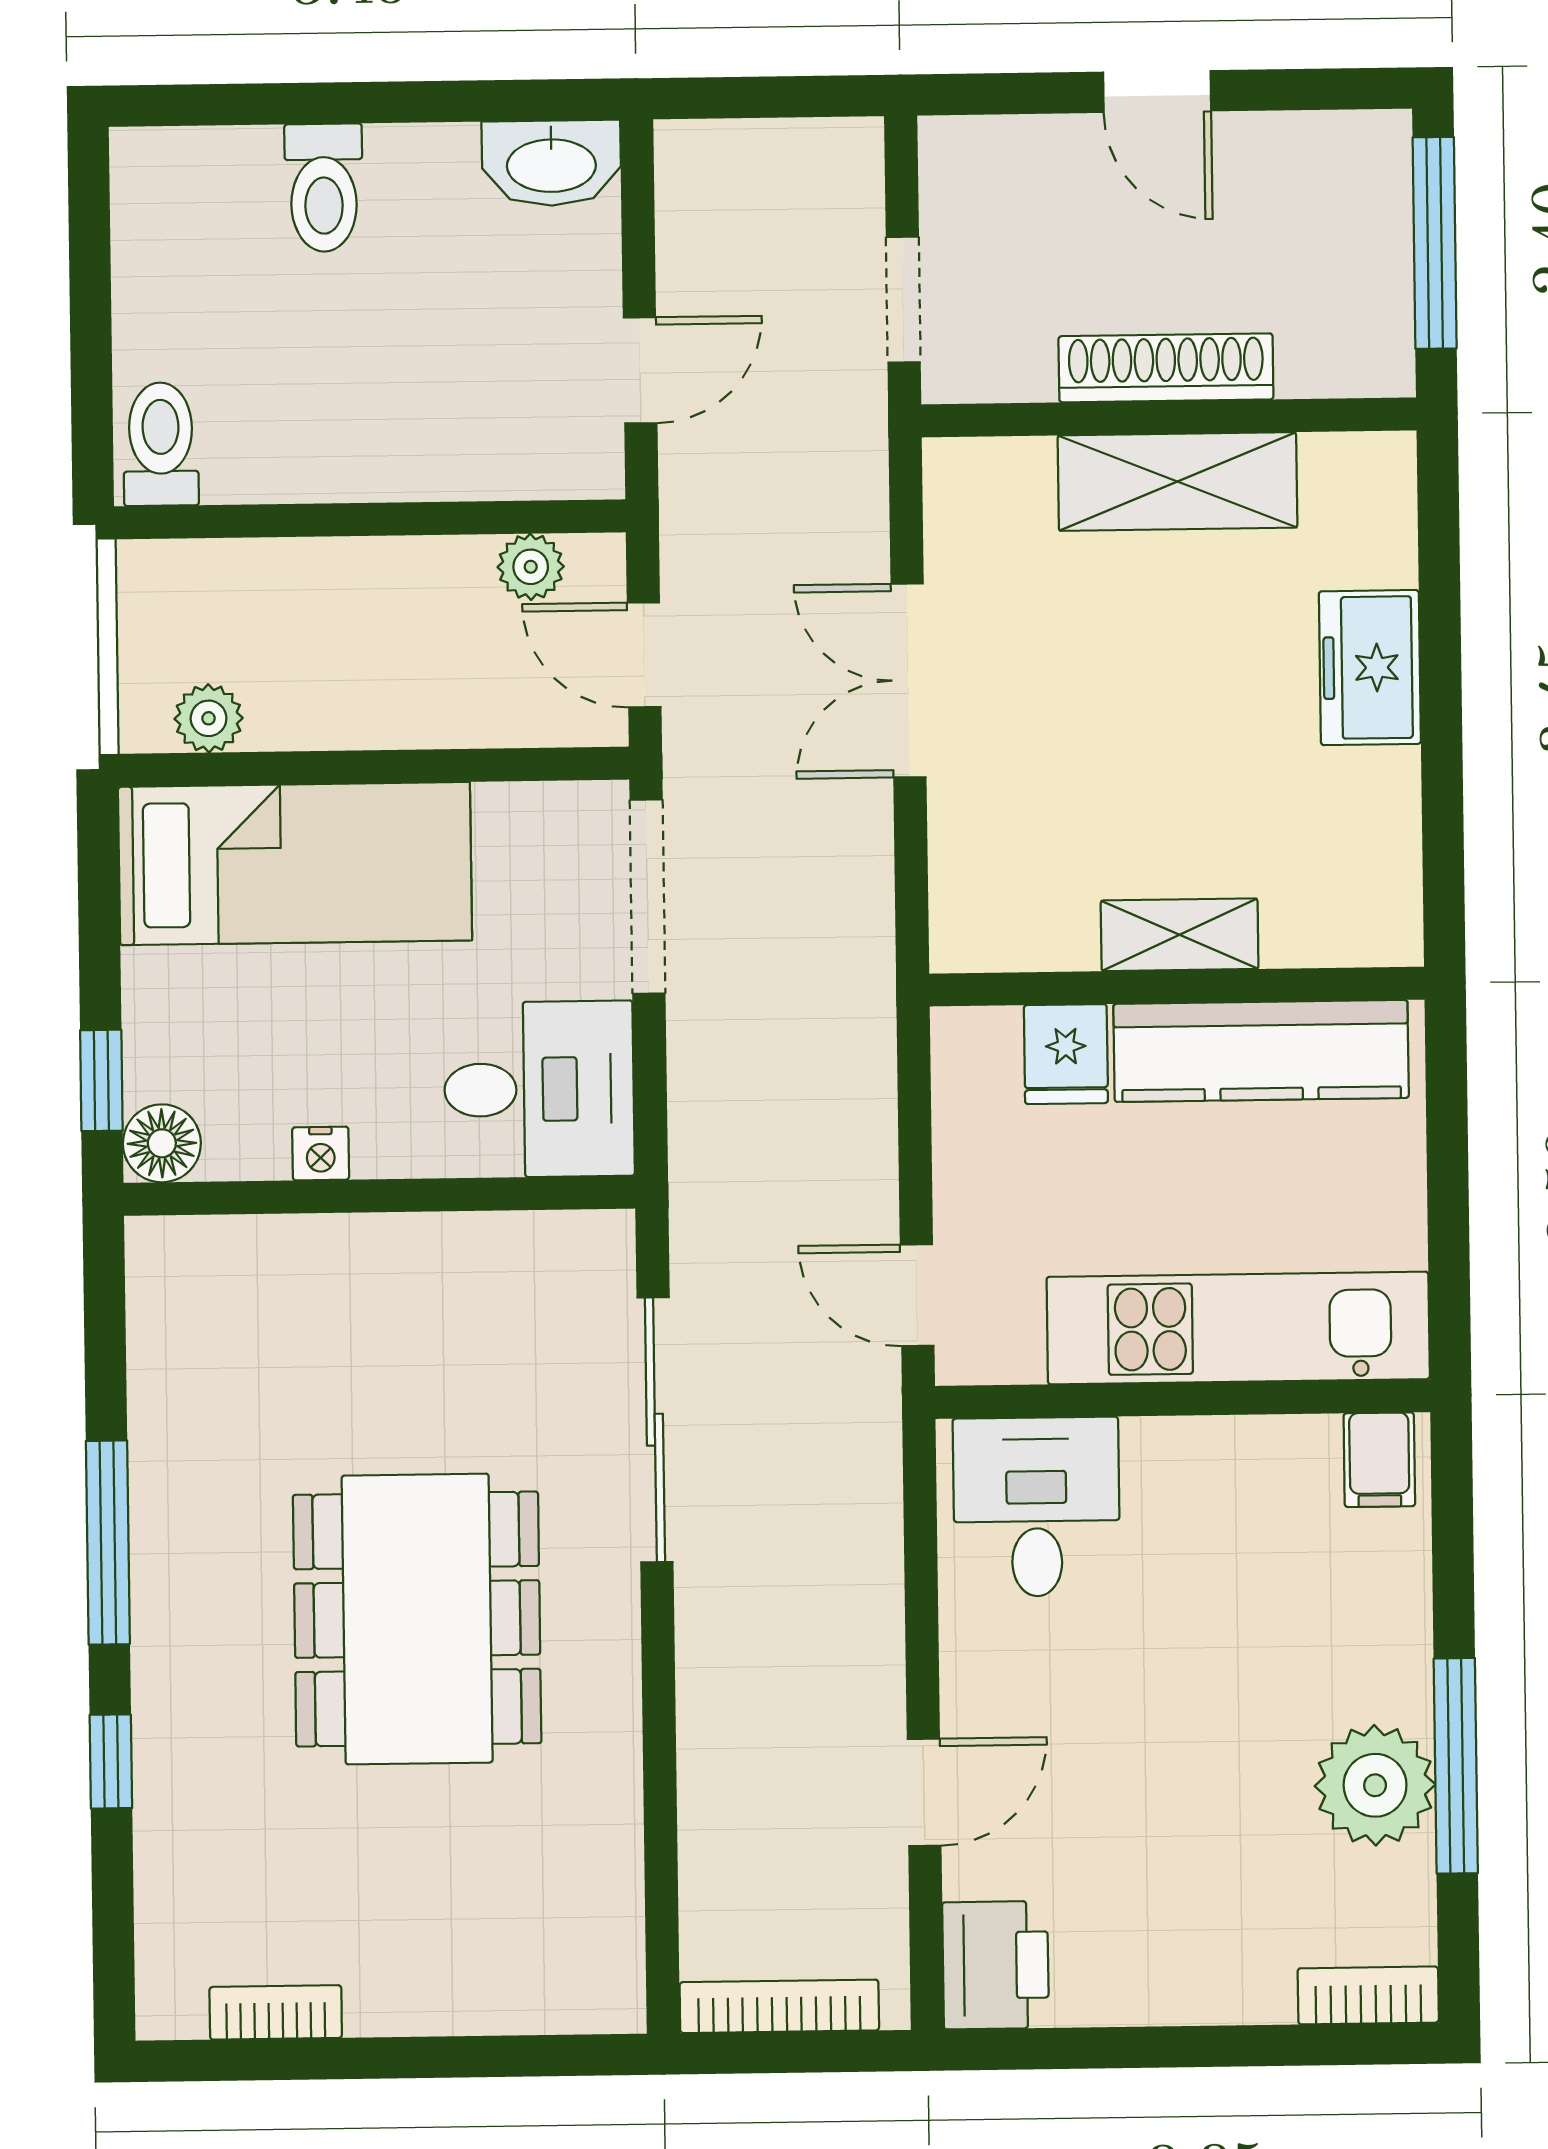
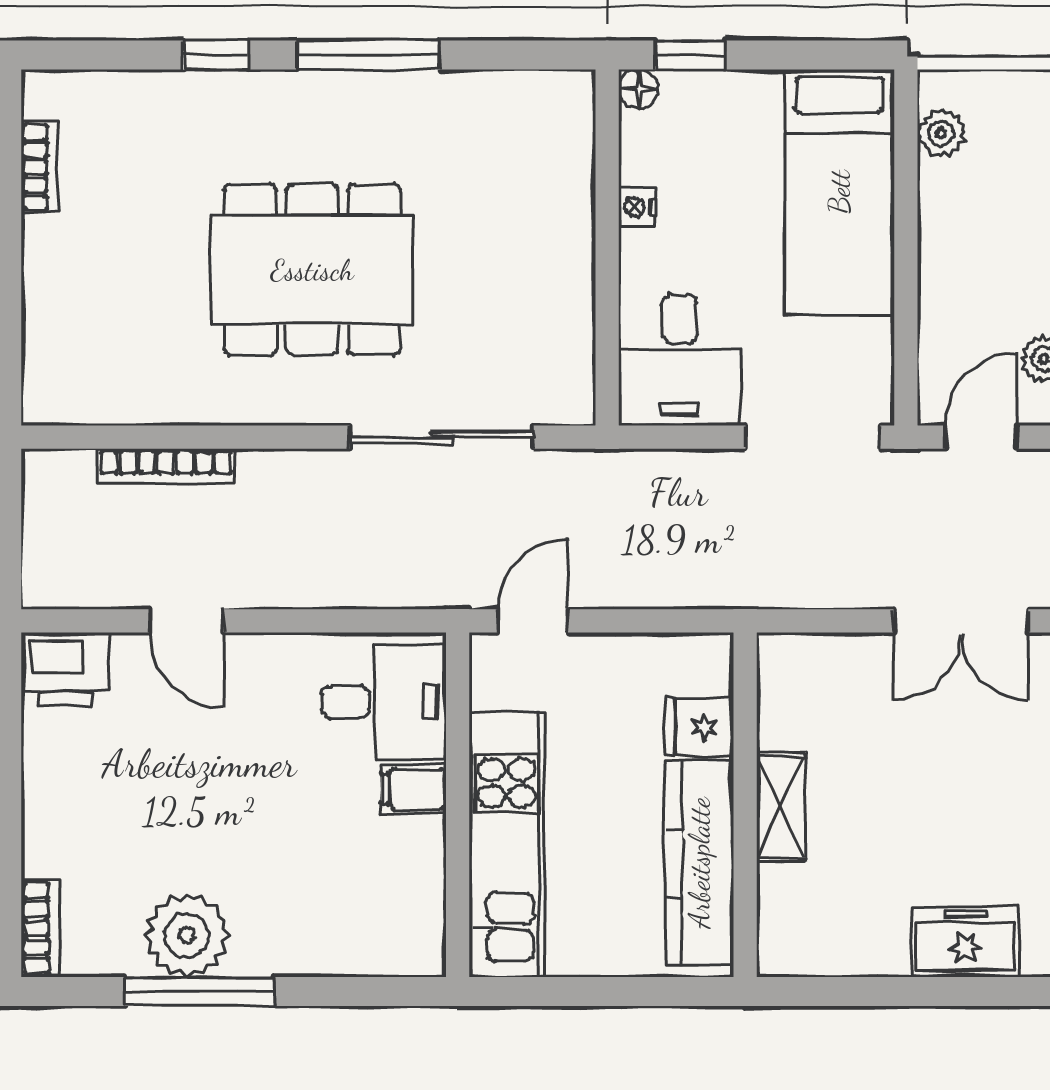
double door: (909, 680) -> (961, 621), swing flipped
floor lamp: (162, 1143) -> (638, 89), width x0.73, depth x0.73
filing cabinet: (1379, 1460) -> (414, 789), moved
bookcase: (779, 2006) -> (166, 466), moved, turned 90

